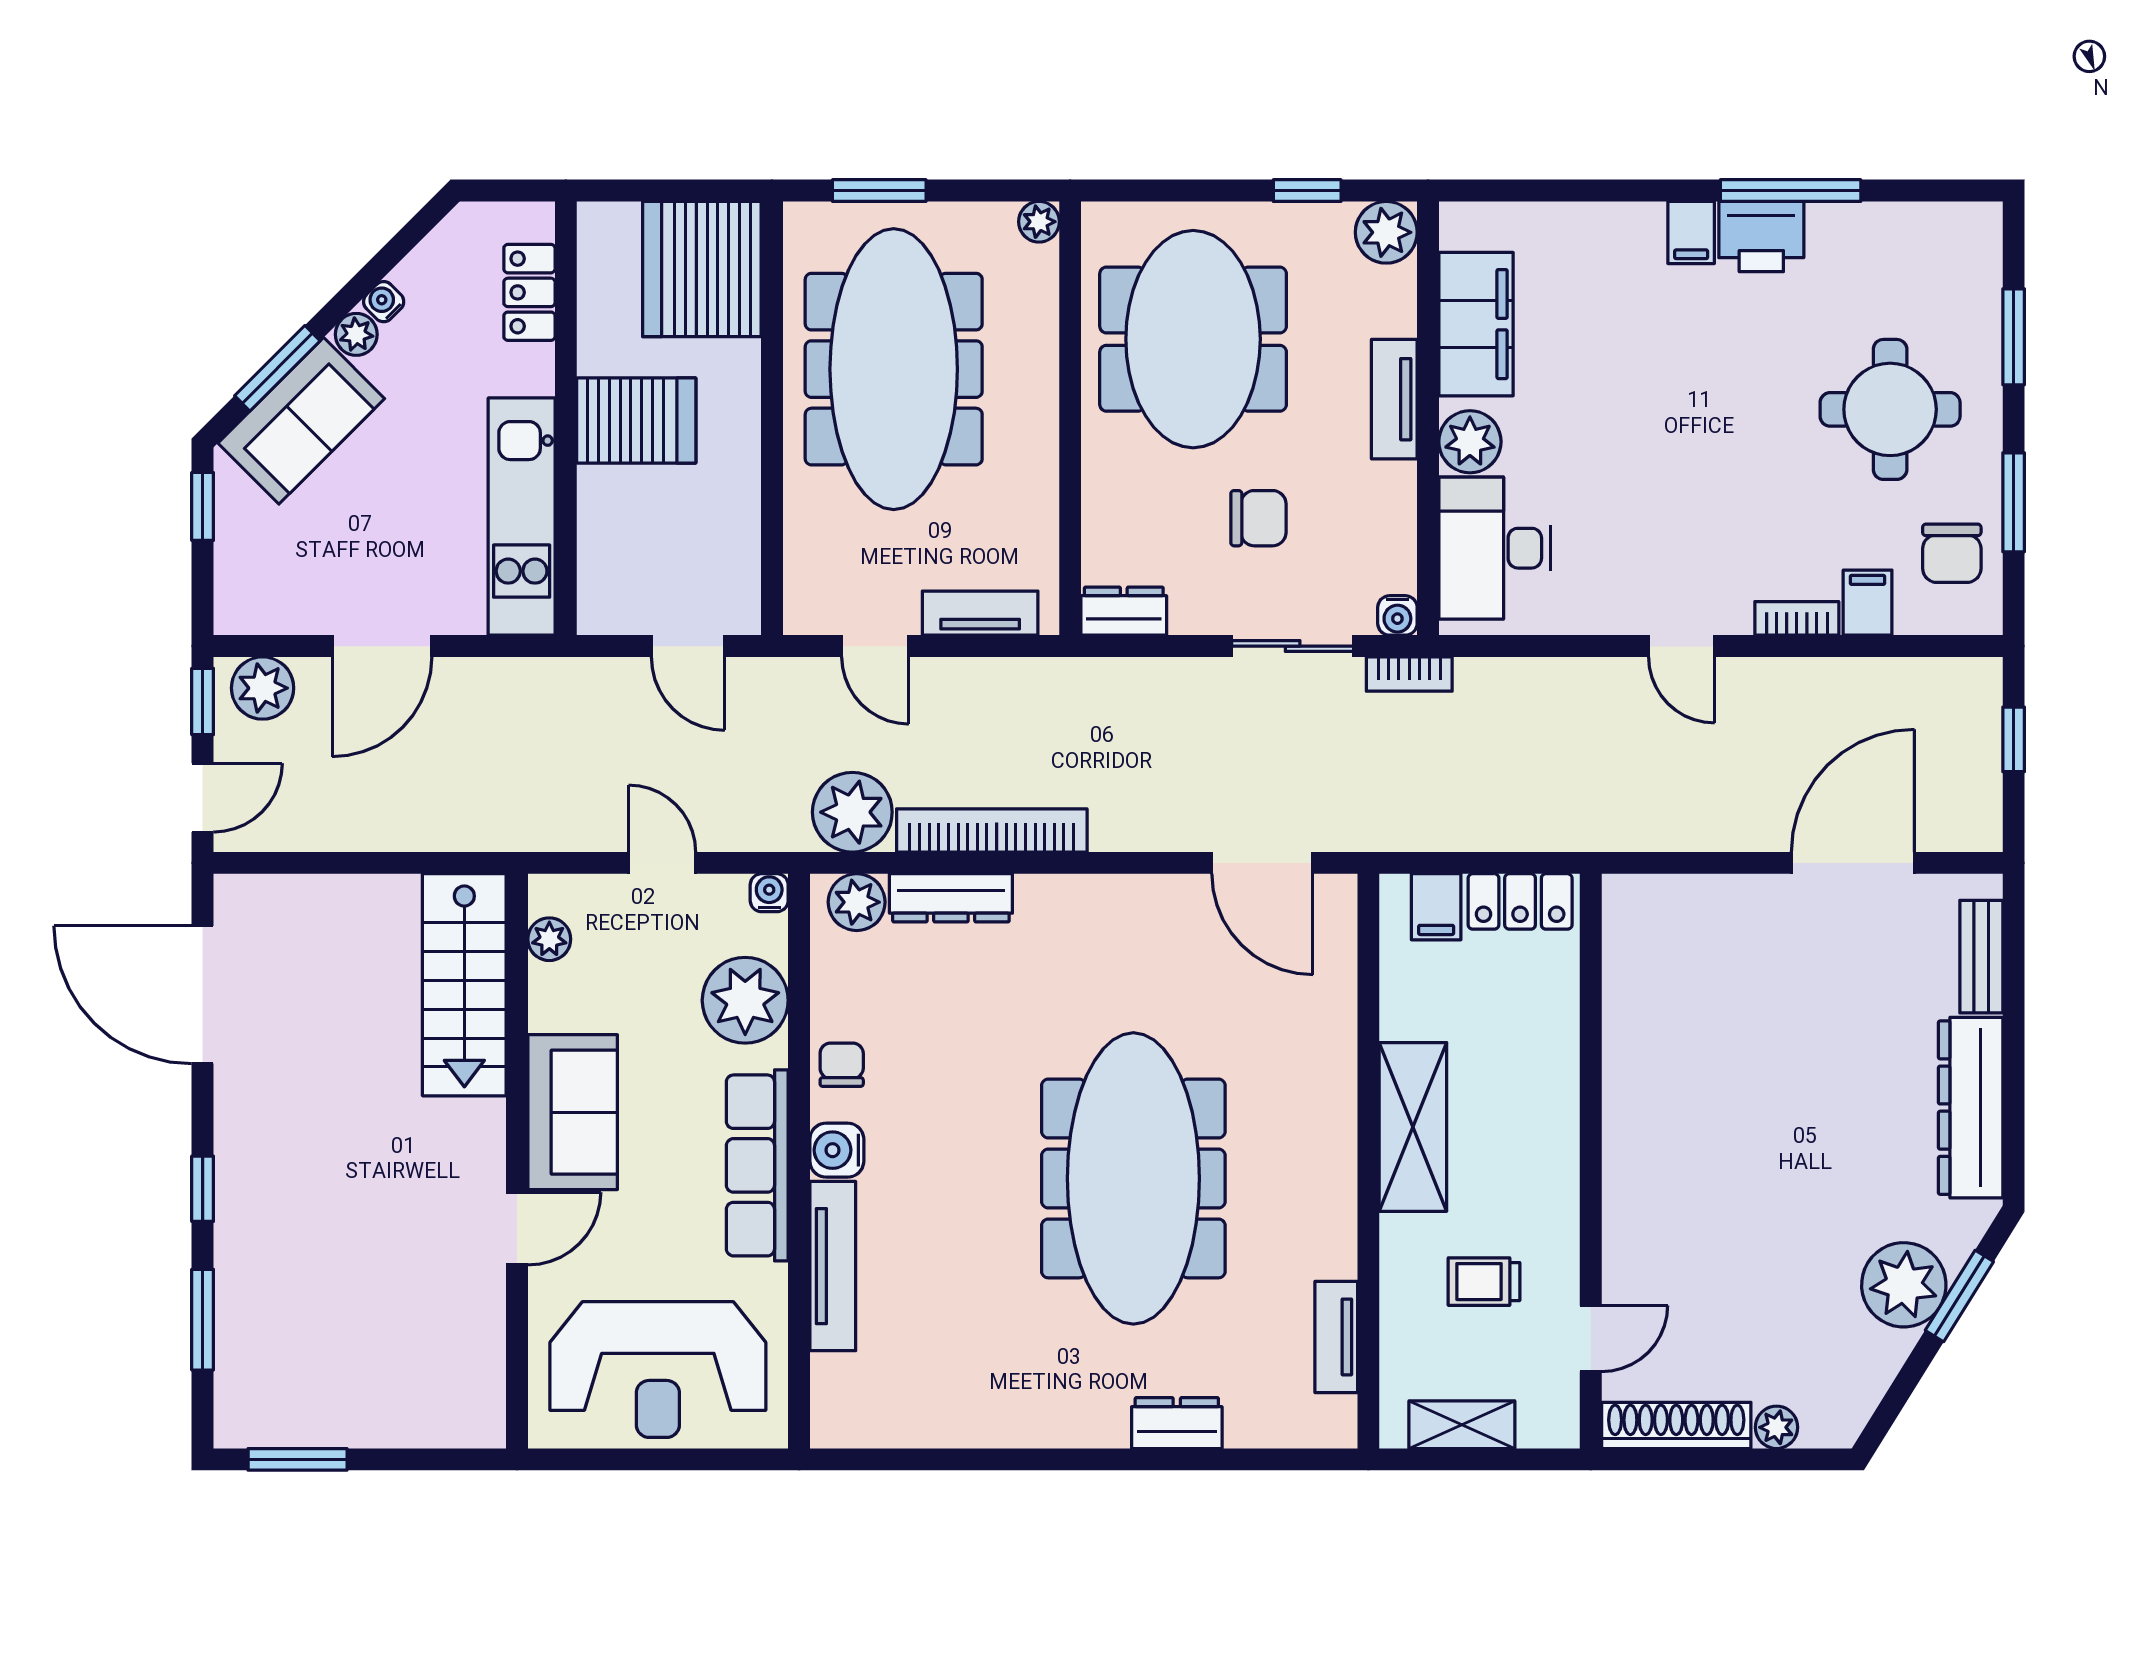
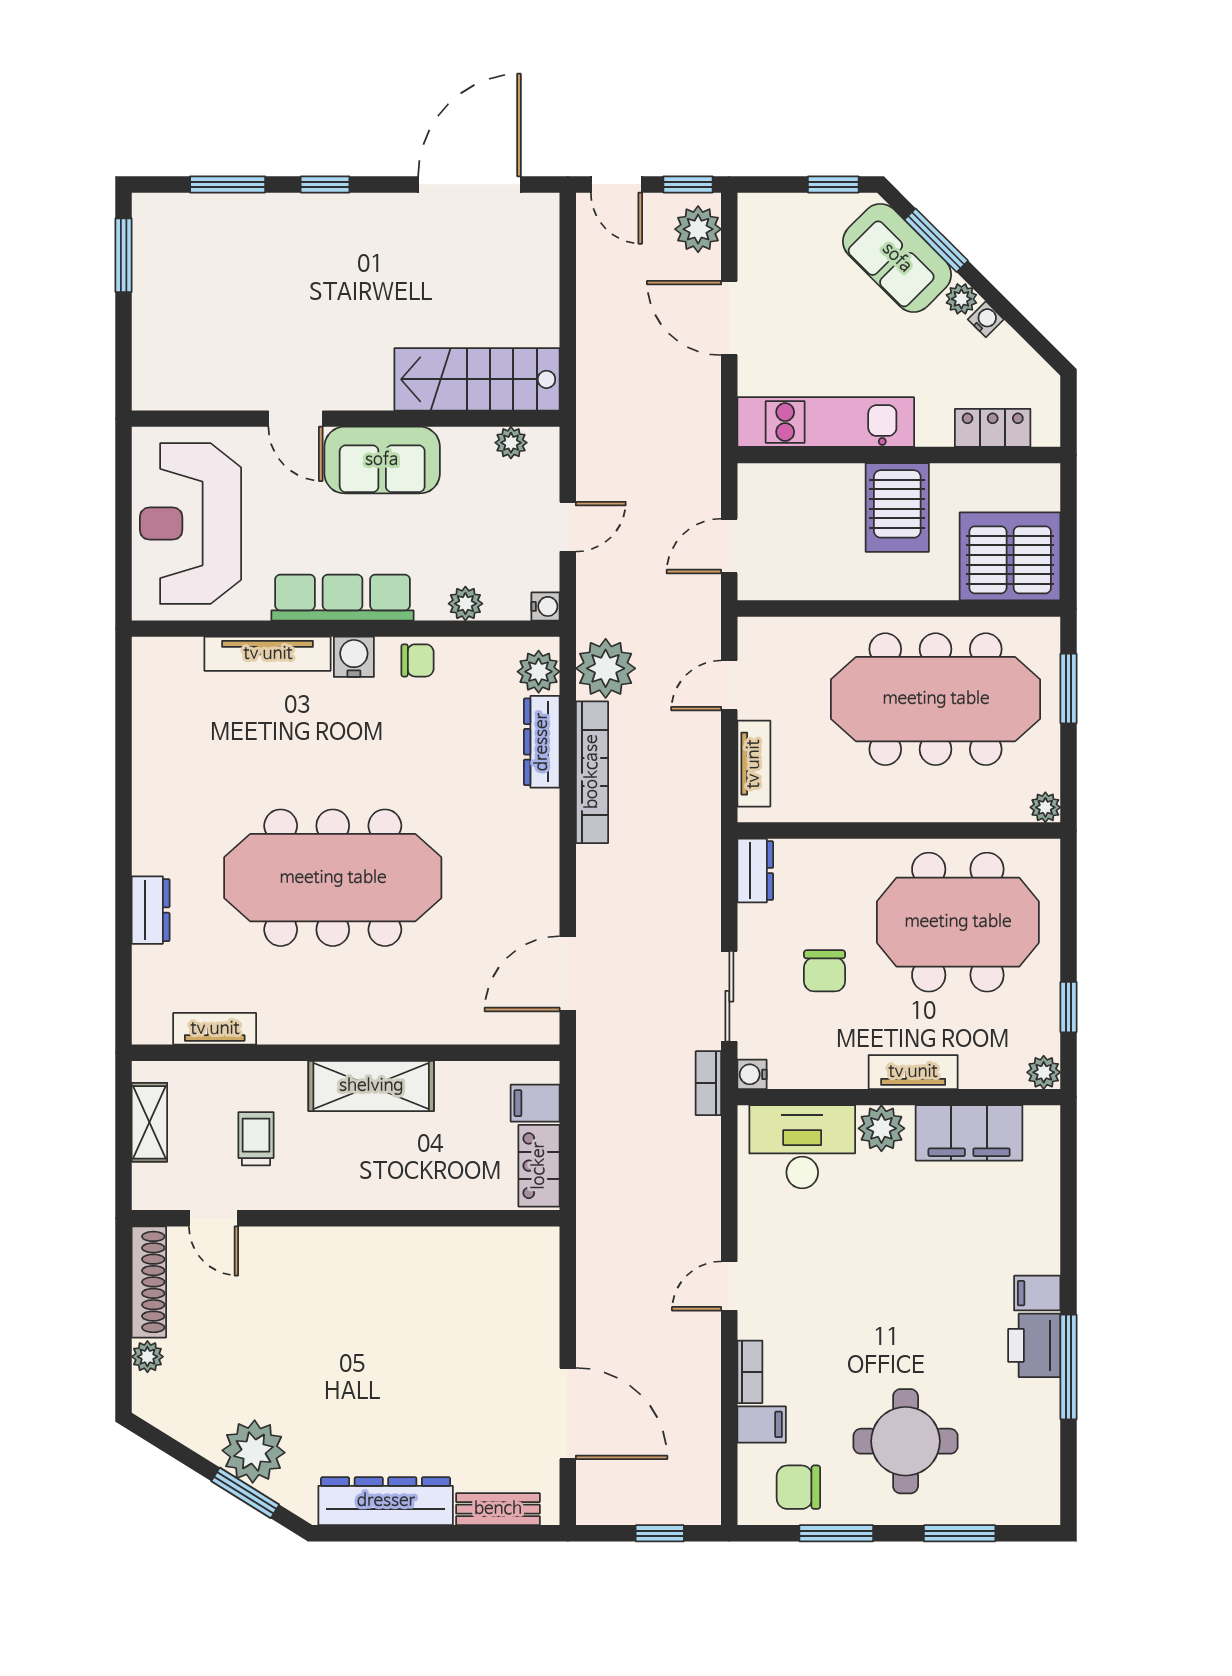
plant: (1386, 232) -> (1044, 1072), width x0.73, depth x0.73
plant: (745, 1000) -> (465, 604), width x0.53, depth x0.53

